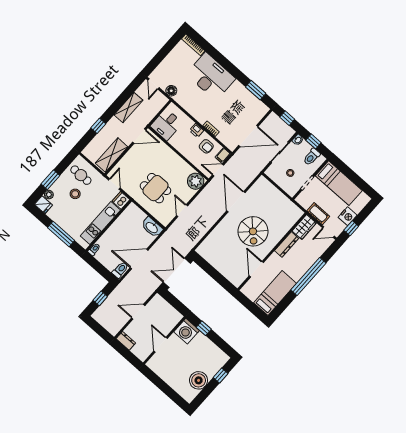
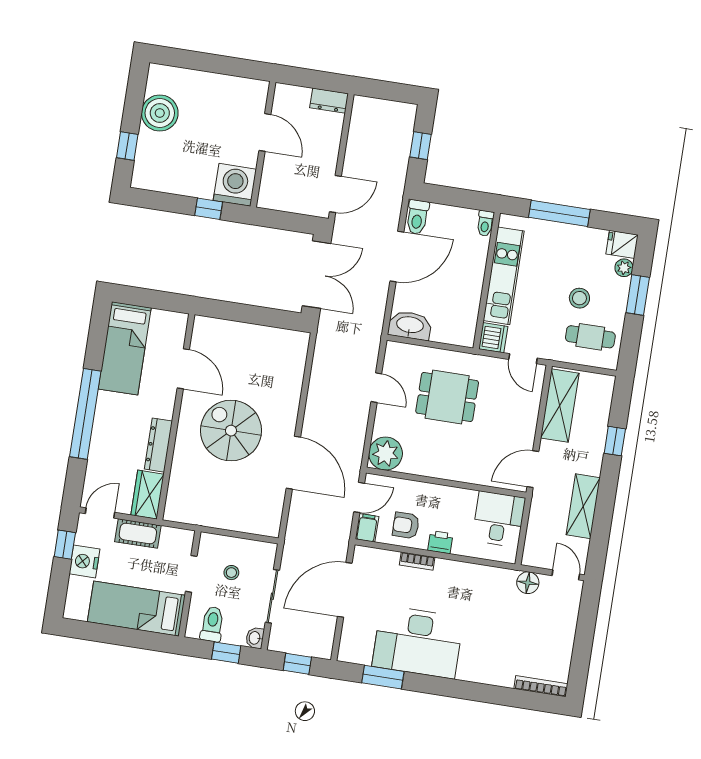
desk: (211, 76) -> (418, 642), moved
door: (138, 312) -> (335, 194), moved

